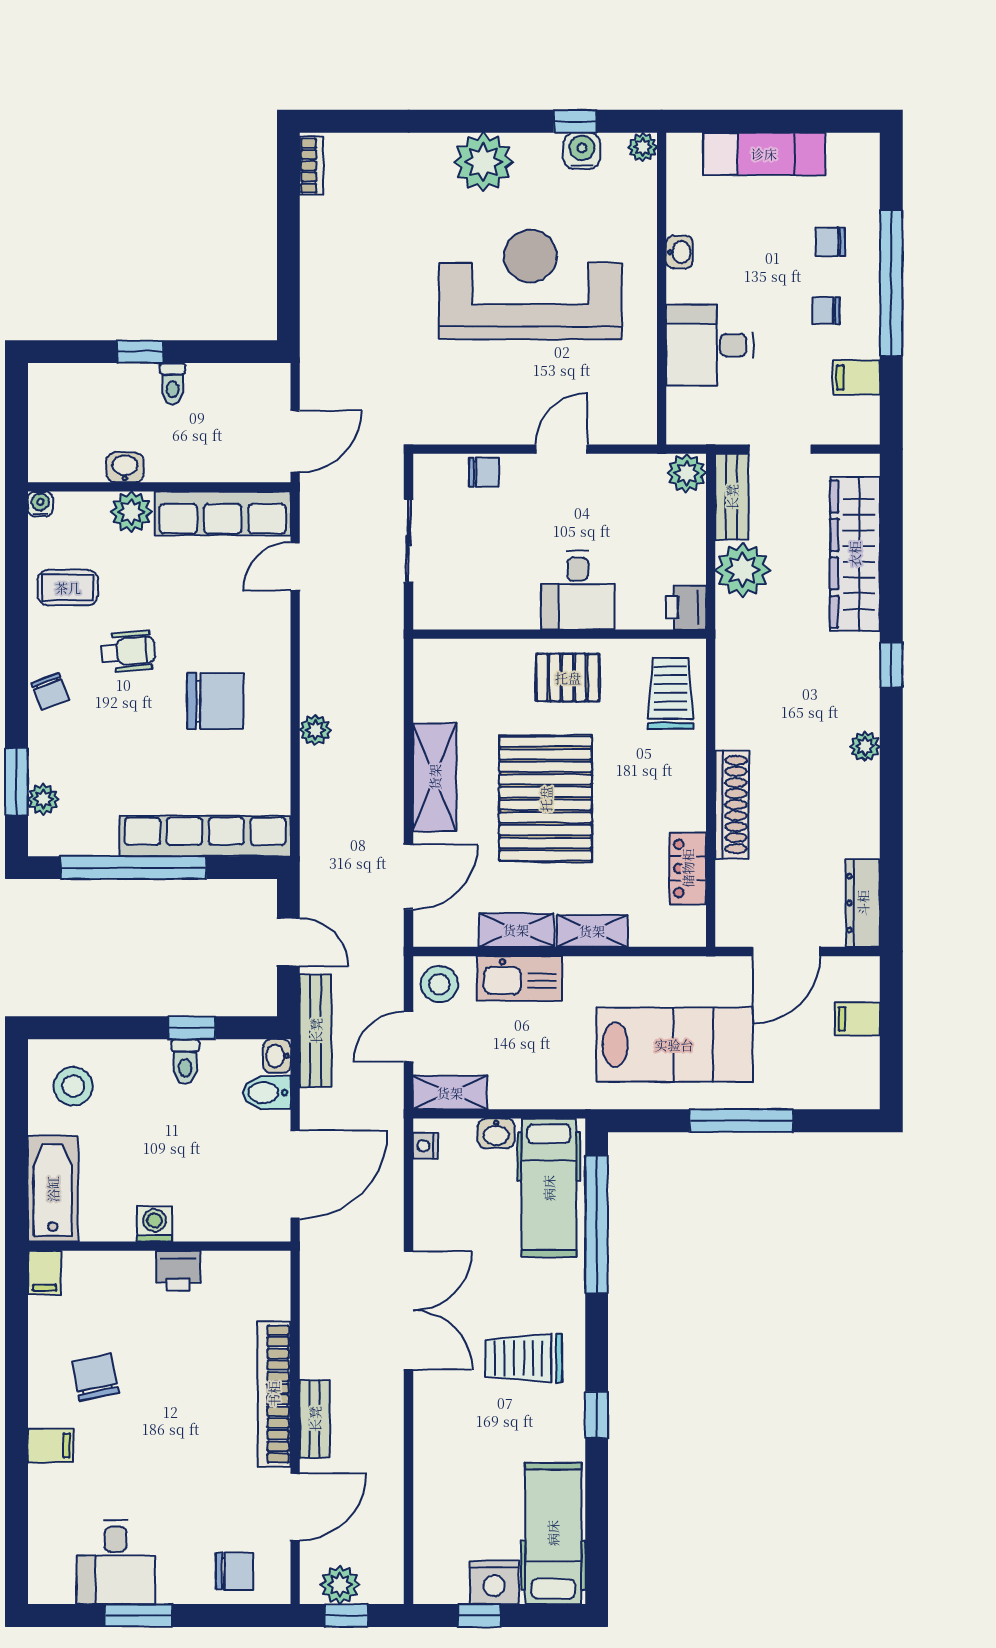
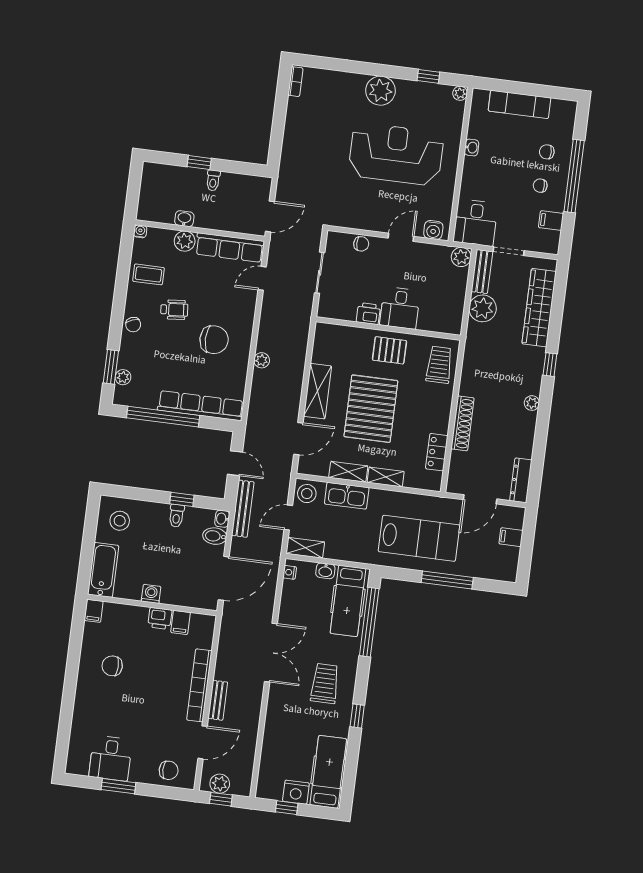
water cooler: (582, 151) -> (433, 230), moved, turned 180
desk: (710, 345) -> (476, 223), moved, turned -90
printer: (686, 608) -> (368, 314), moved, turned 90
trolley: (524, 1358) -> (325, 683), turned 90
chair: (95, 1377) -> (112, 666), turned -78
filing cabinet: (51, 1446) -> (180, 622), moved, turned 90

